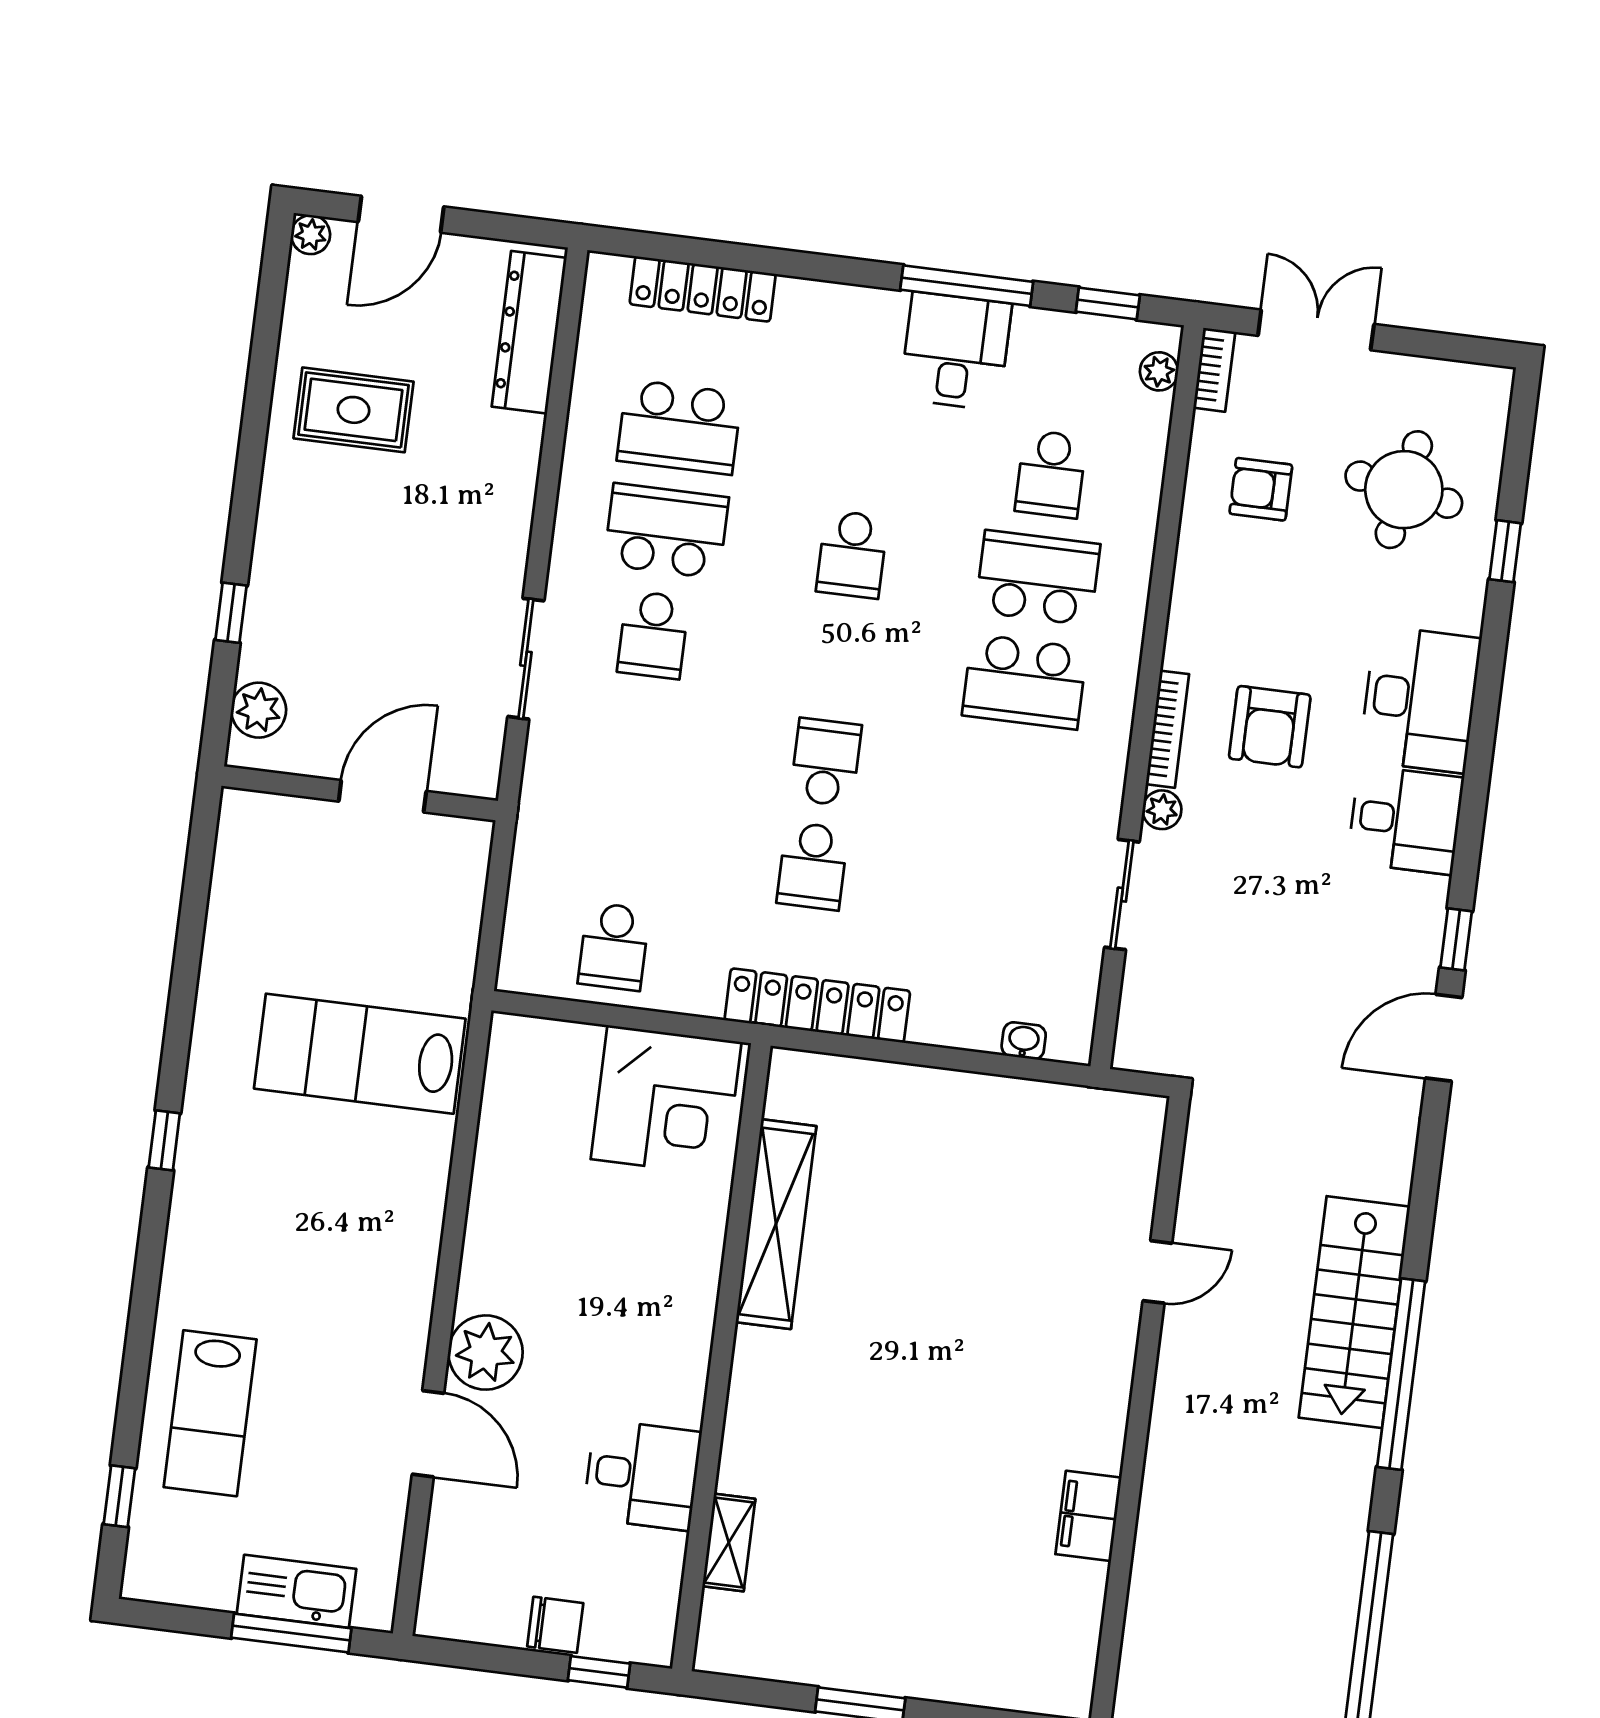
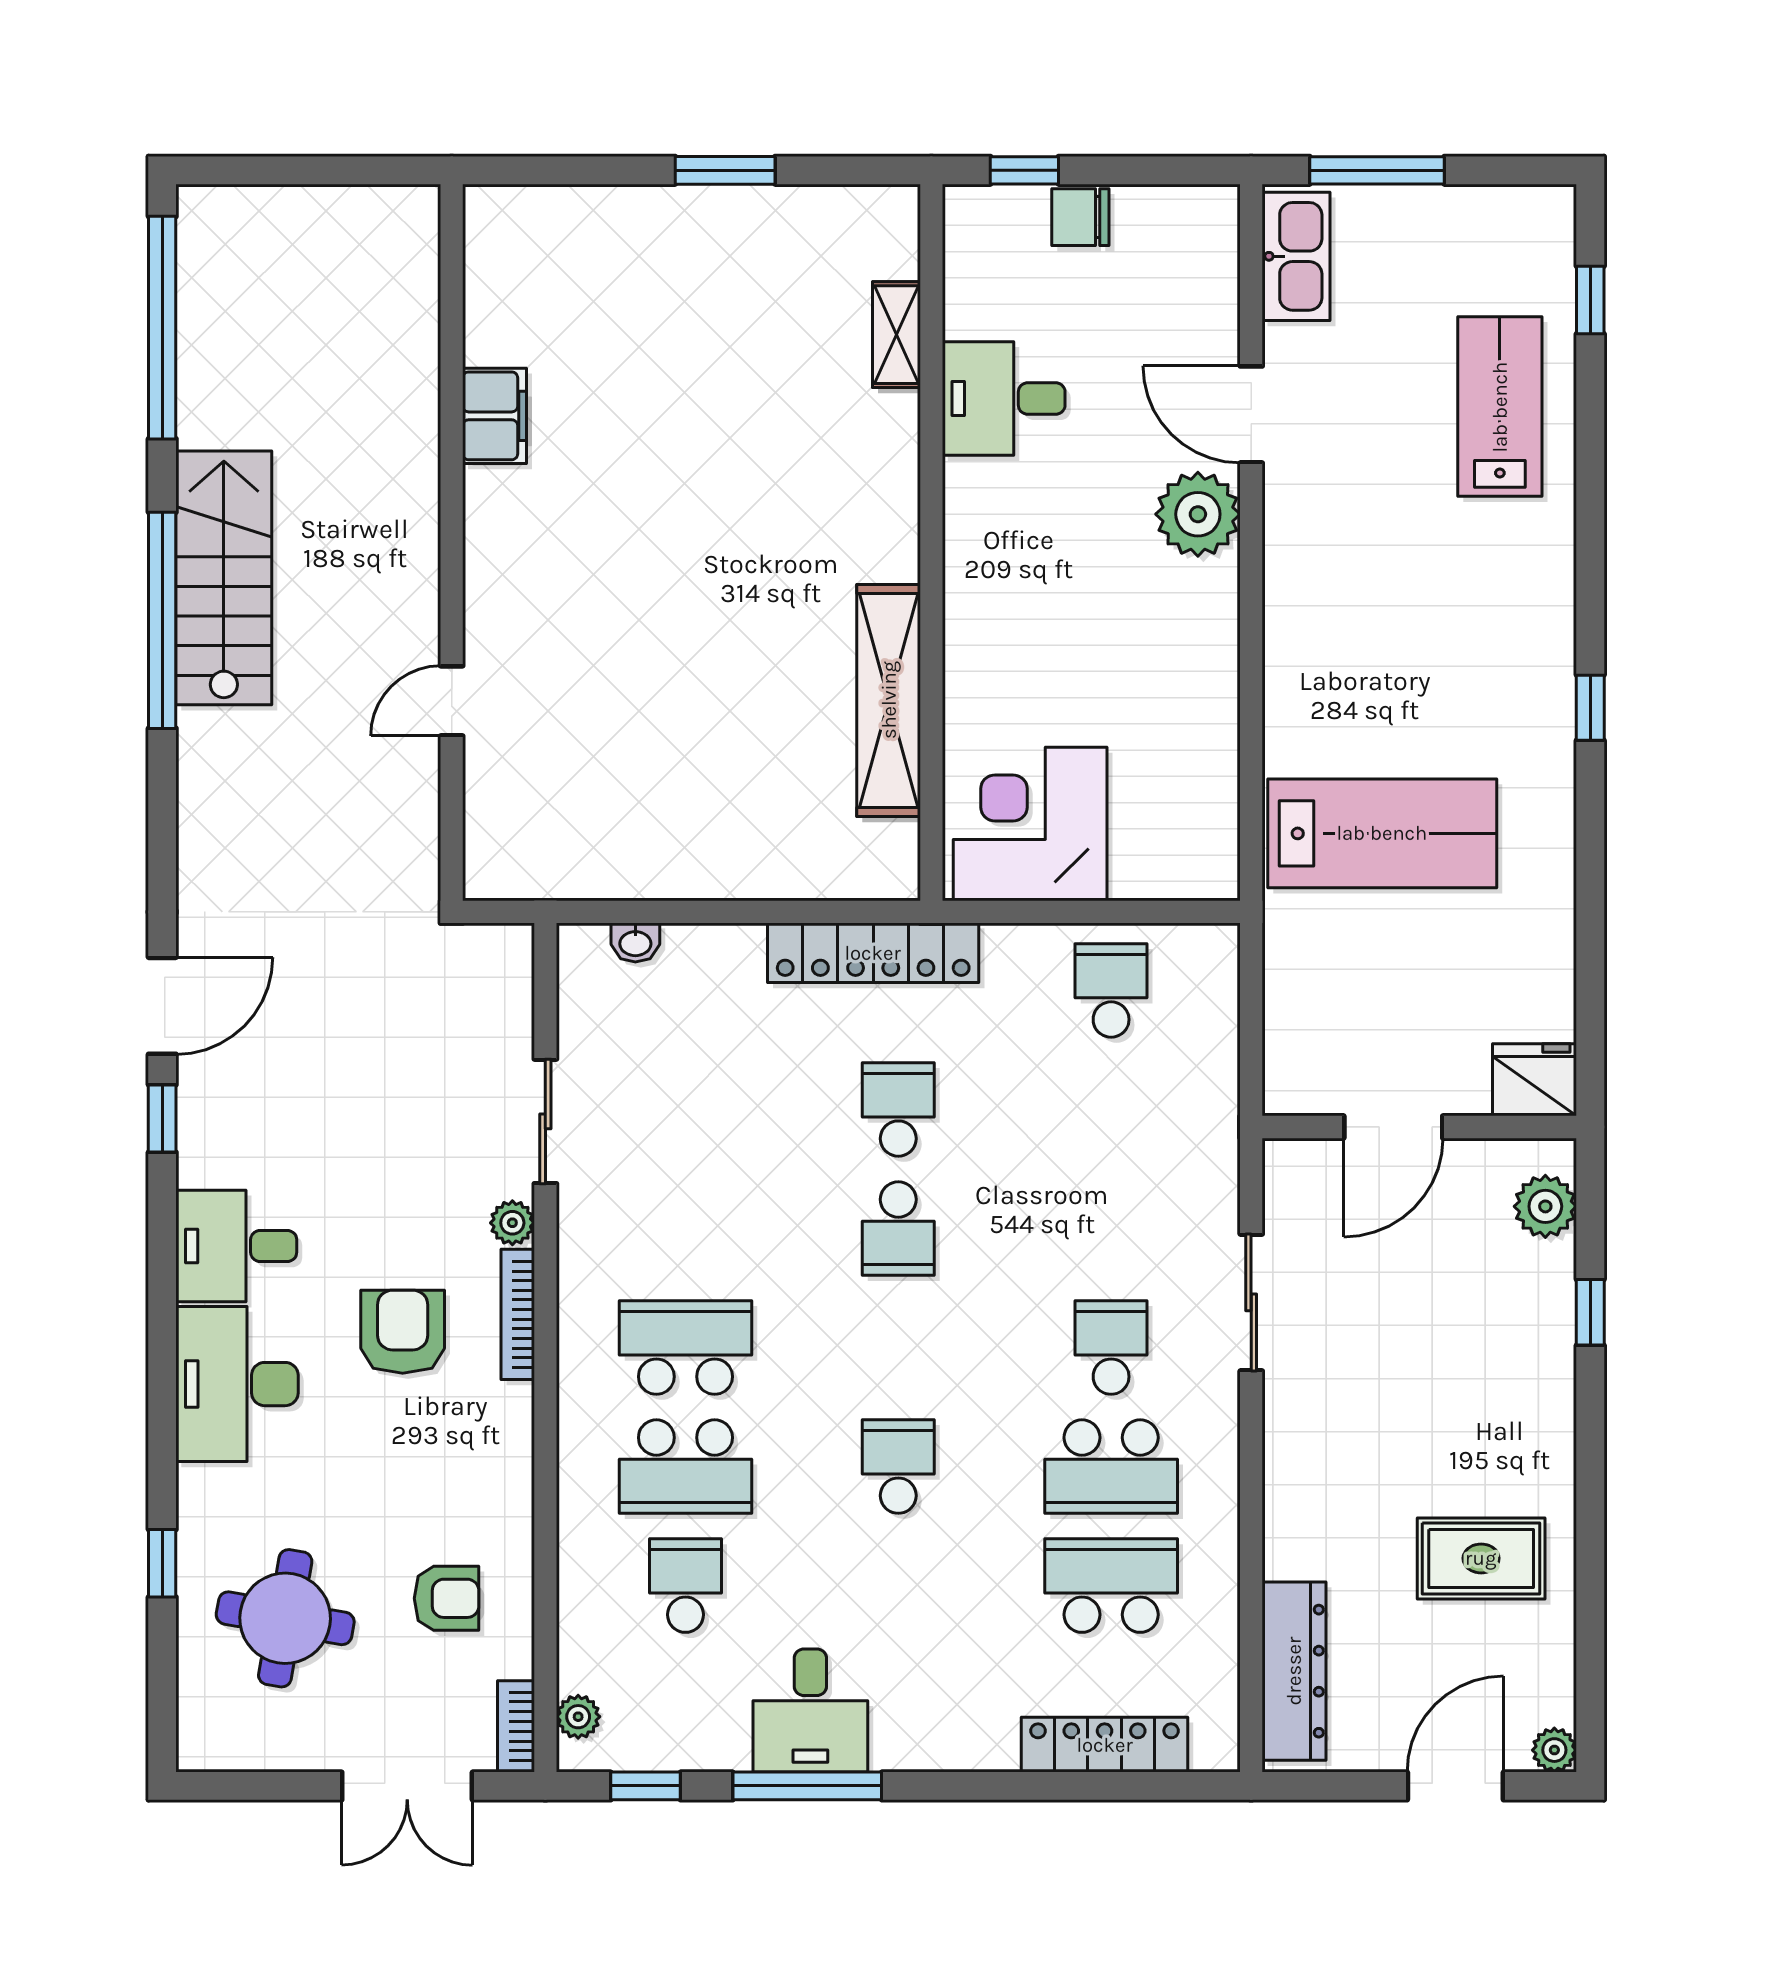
fridge: (254, 822) -> (1535, 1080), added
stairs: (1354, 1312) -> (224, 578), moved
kitchen sink: (297, 1591) -> (1296, 256), moved, turned -90

